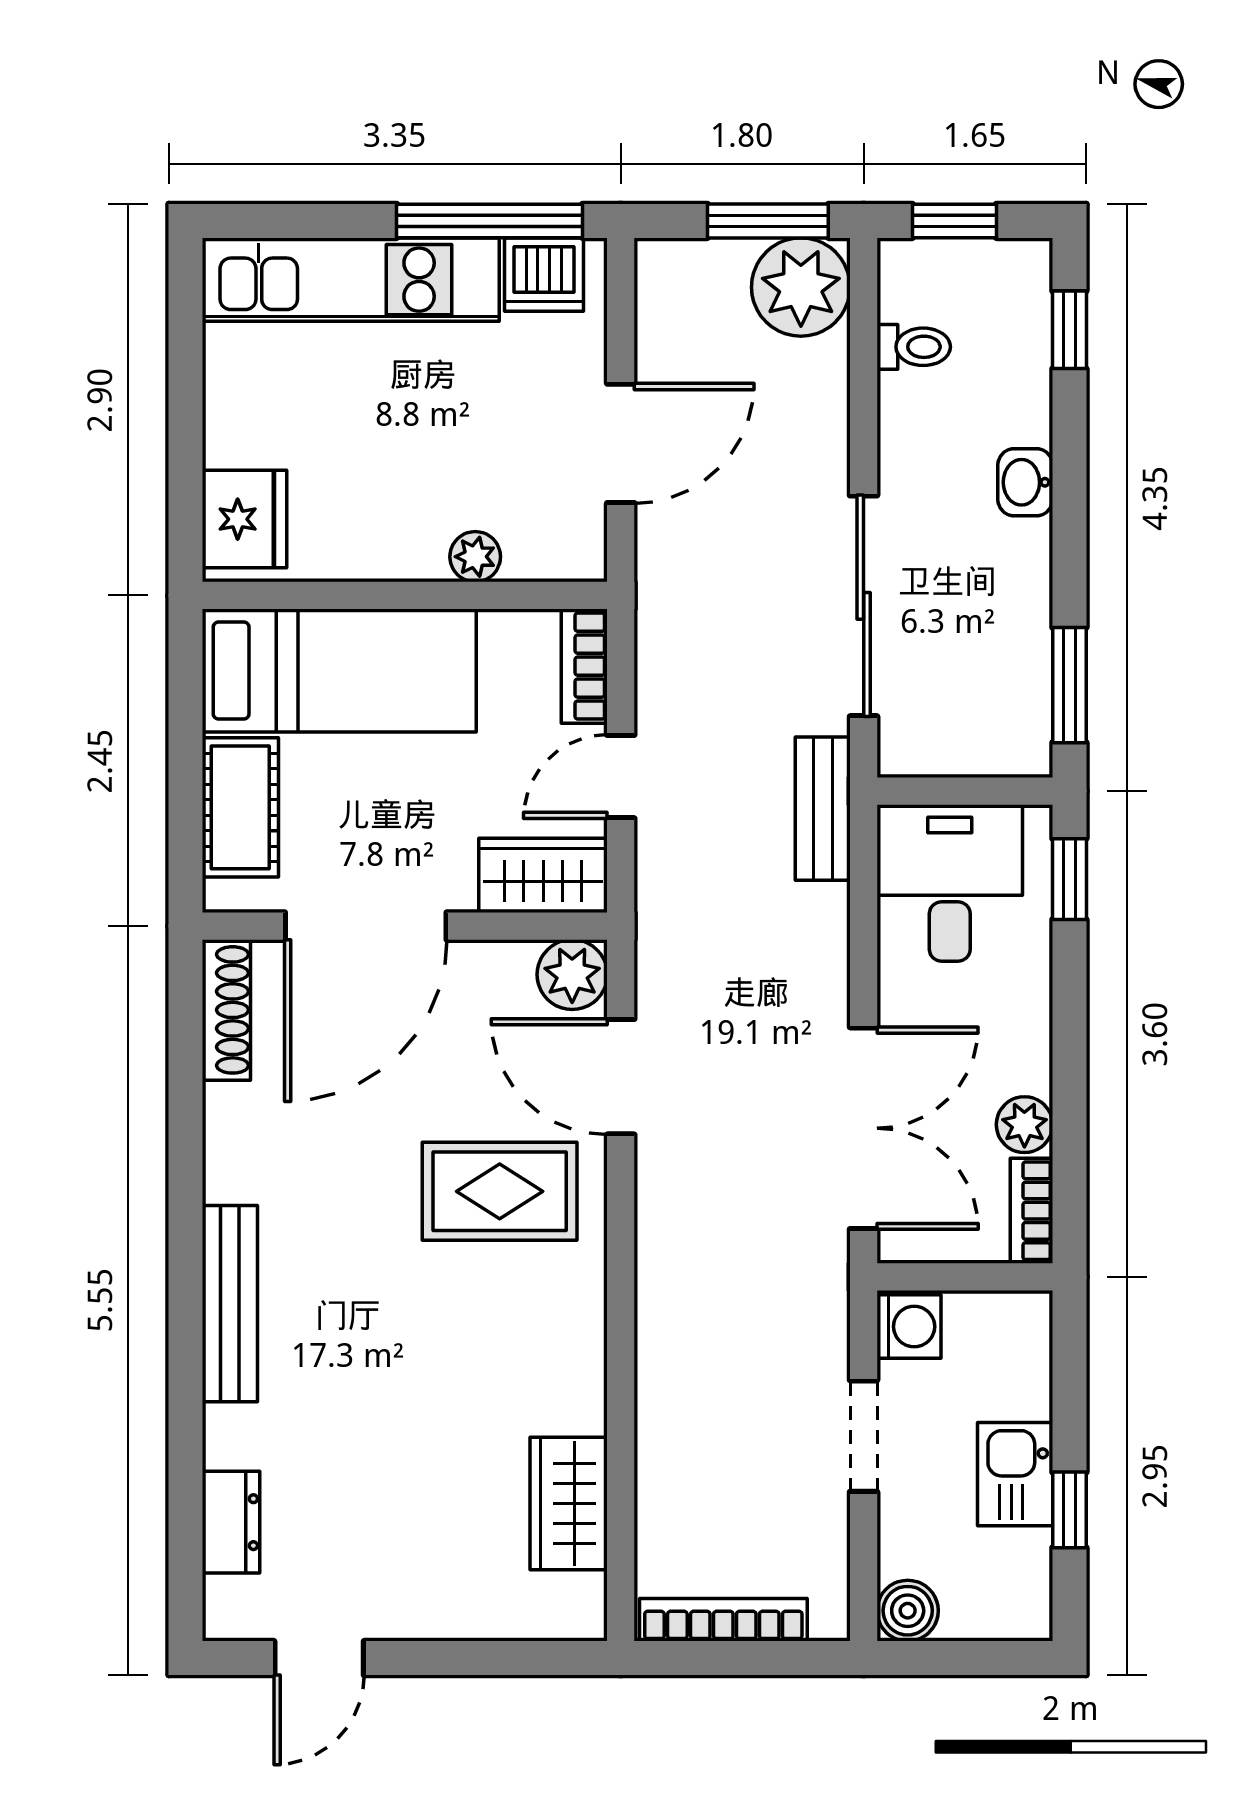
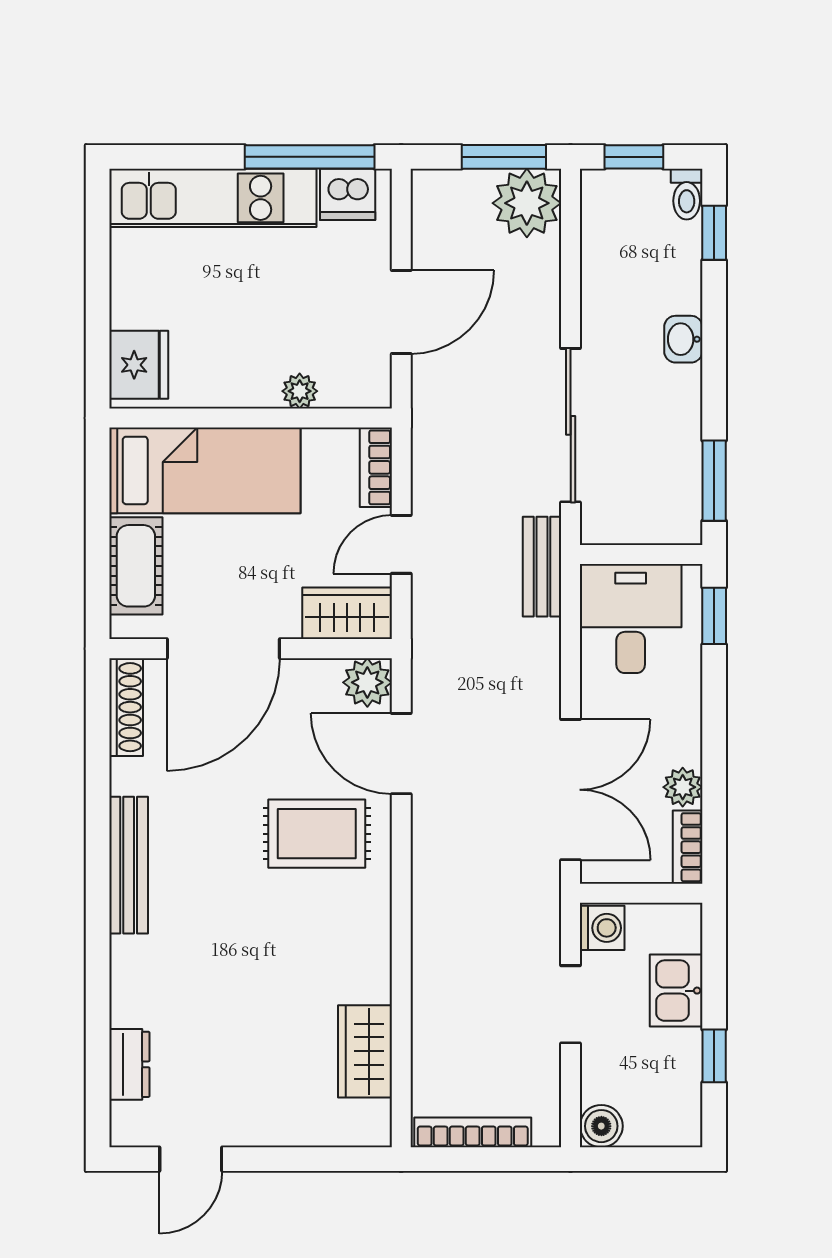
toilet: (914, 347) -> (687, 194), moved, turned 90
bench: (230, 1304) -> (129, 865), moved
kitchen sink: (1015, 1474) -> (676, 991), moved

